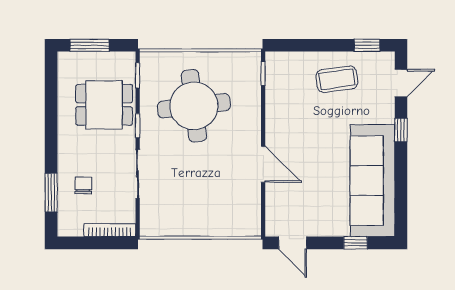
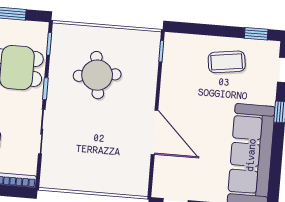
round table: (194, 106) -> (97, 75), width x0.73, depth x0.73
door: (263, 164) -> (155, 132), width x1.36

